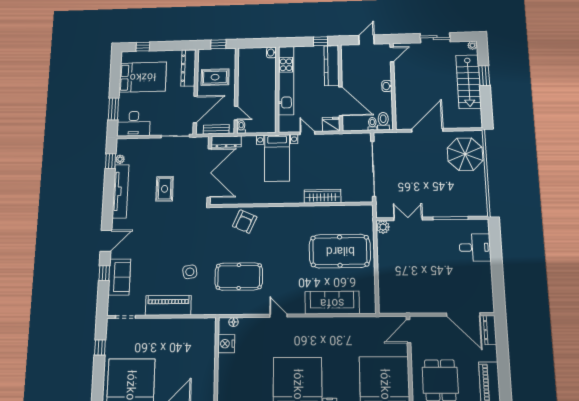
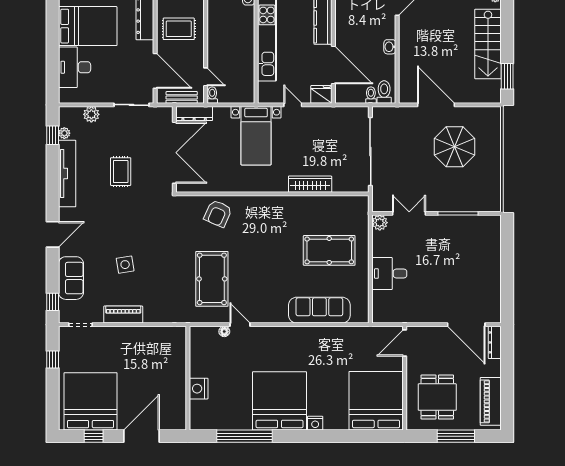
window: (484, 76) -> (507, 76), moved
window: (113, 109) -> (53, 68), removed
door: (195, 110) -> (155, 71), hinge flipped
desk: (134, 124) -> (75, 67), moved, turned 90
door: (427, 130) -> (436, 105), hinge flipped
plant: (143, 144) -> (91, 114), added
parasol: (465, 154) -> (455, 147), moved
desk: (475, 247) -> (389, 274), moved, turned 180
pool table: (340, 251) -> (329, 250), width x0.73, depth x0.76
side table: (190, 272) -> (125, 265), moved
window: (104, 273) -> (53, 302), moved
pool table: (239, 276) -> (212, 279), turned 90
piano: (168, 305) -> (123, 315), width x0.73, depth x0.75
door: (278, 316) -> (240, 325), moved
floor lamp: (234, 322) -> (224, 331), moved
nightstand: (226, 344) -> (199, 389), moved

